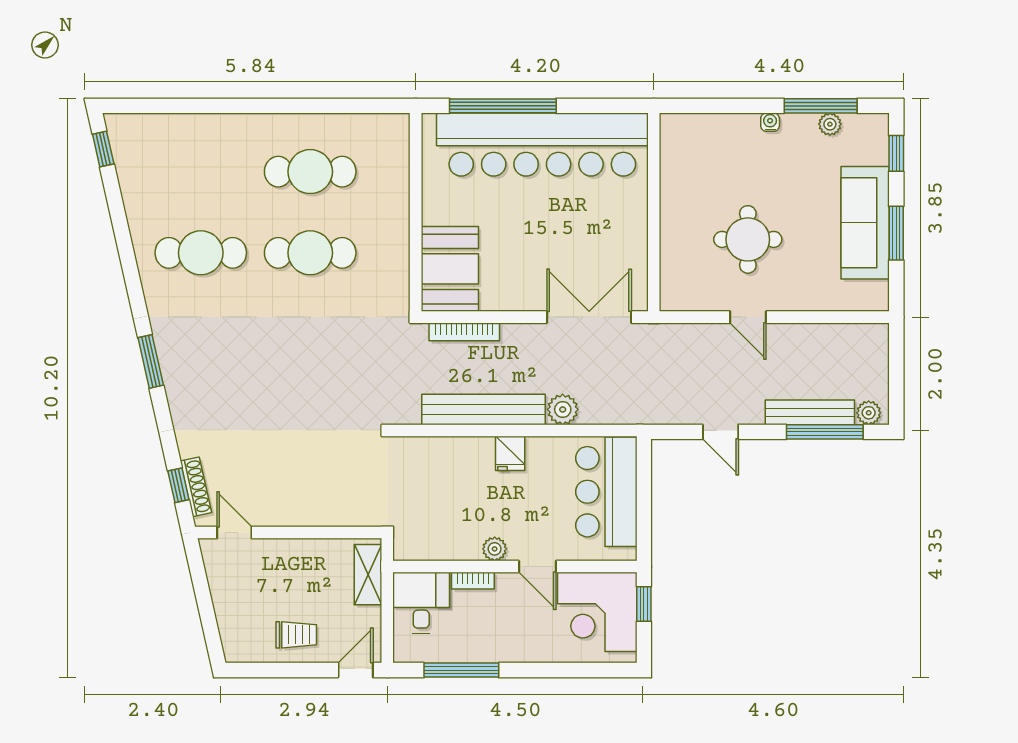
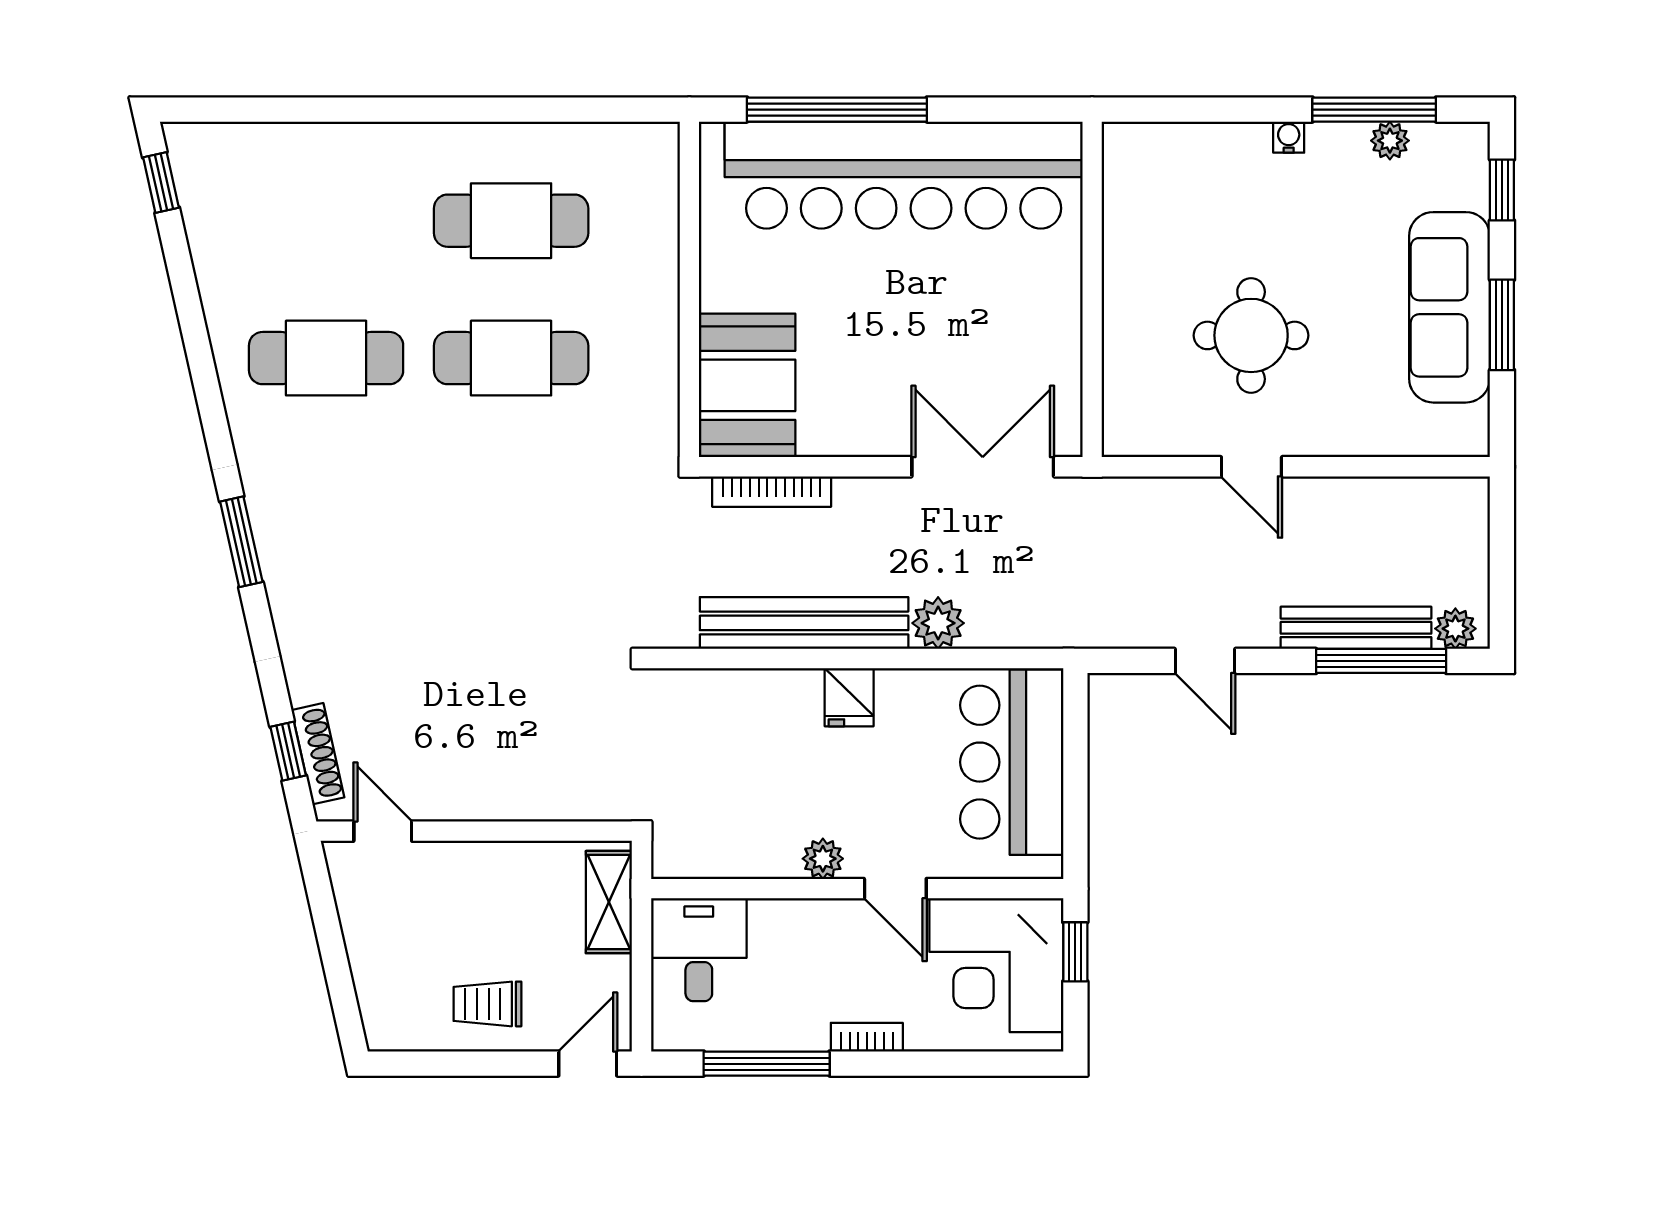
bookcase: (473, 581) -> (867, 1037), moved, turned 180
trolley: (296, 635) -> (487, 1004), turned 180

